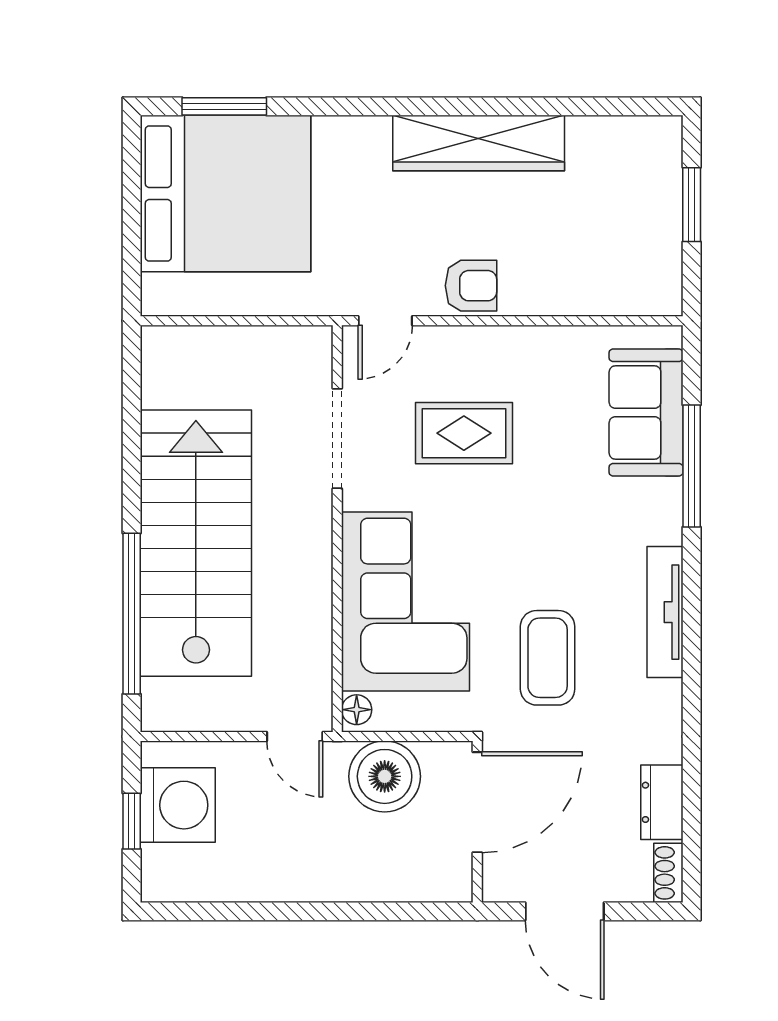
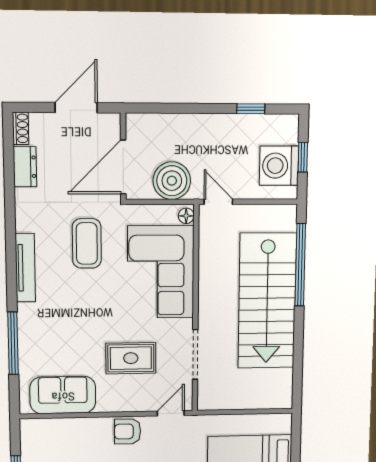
sofa: (646, 413) -> (63, 395), moved, turned -90
window: (234, 911) -> (251, 109), added
door: (565, 911) -> (76, 108), hinge flipped

